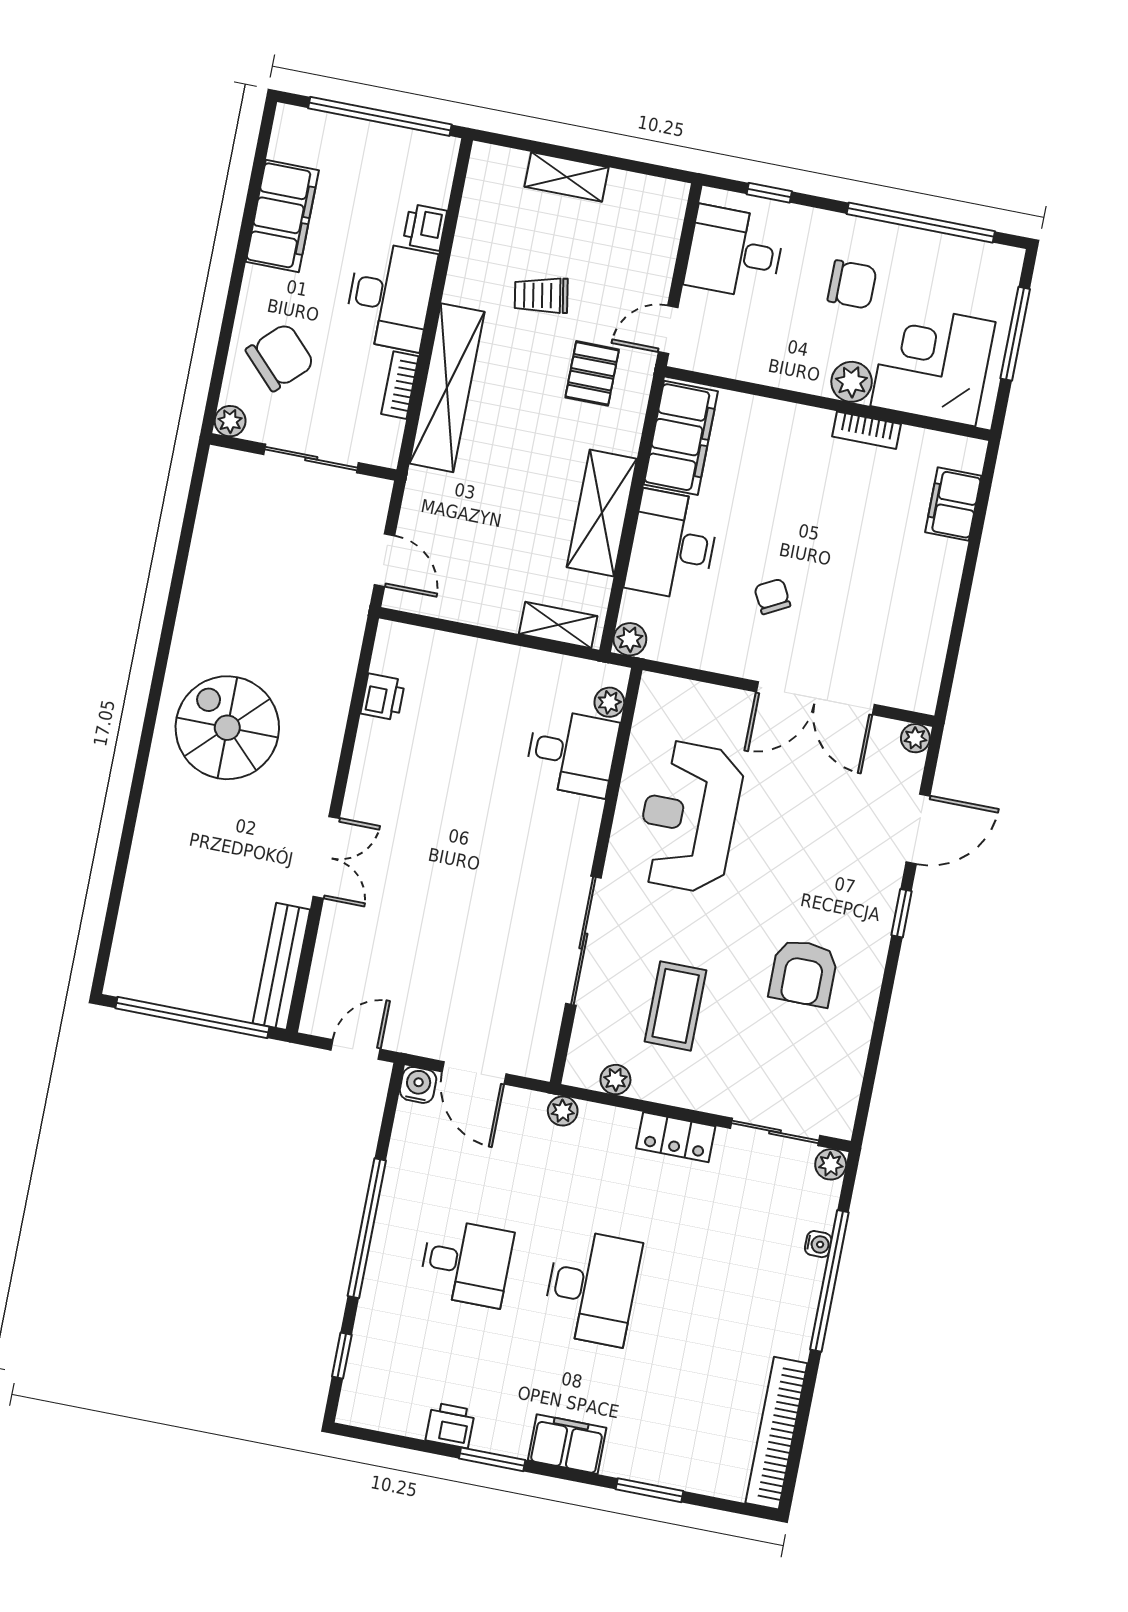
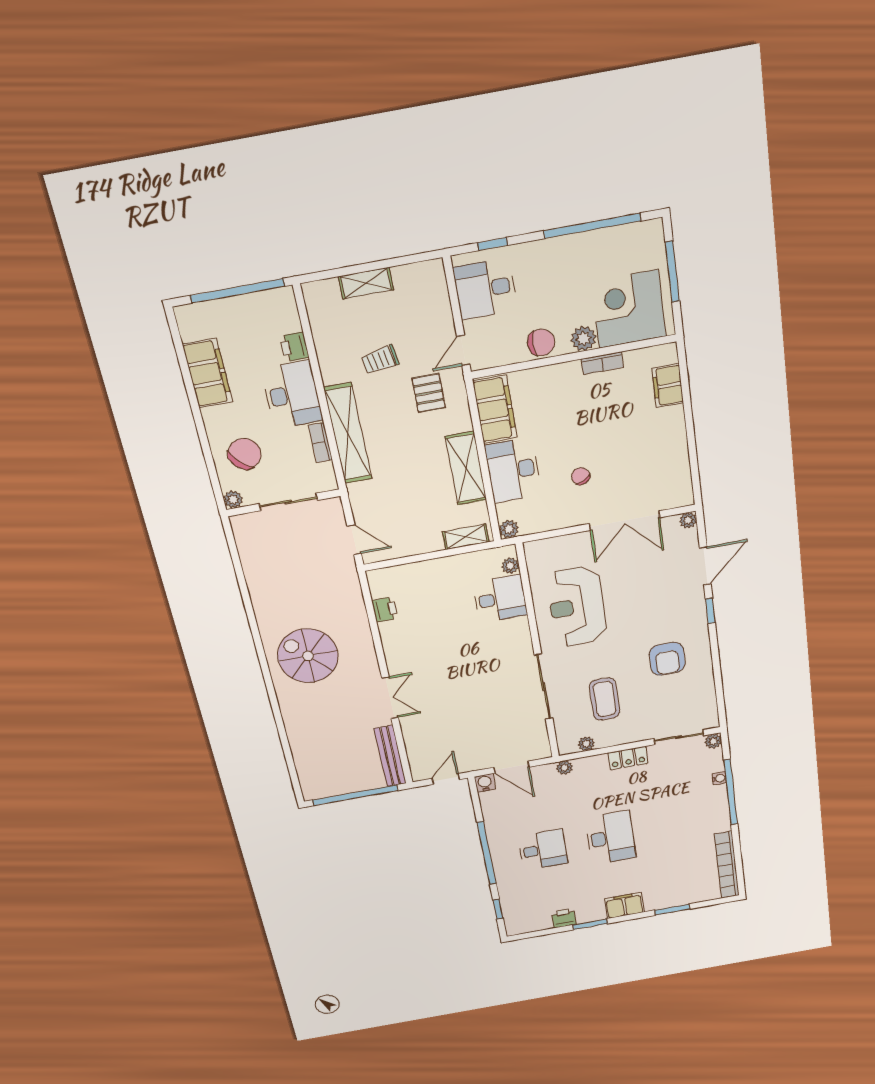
chair: (852, 285) -> (541, 342), moved

